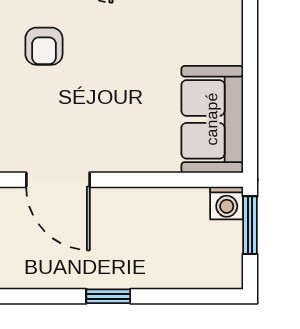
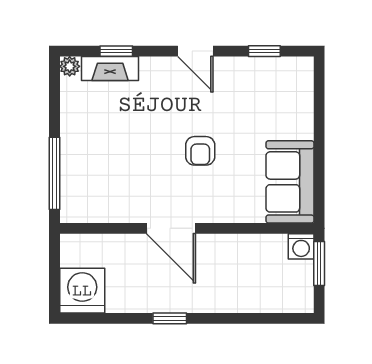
armchair: (44, 46) -> (200, 151), moved
window: (108, 296) -> (170, 318), moved

